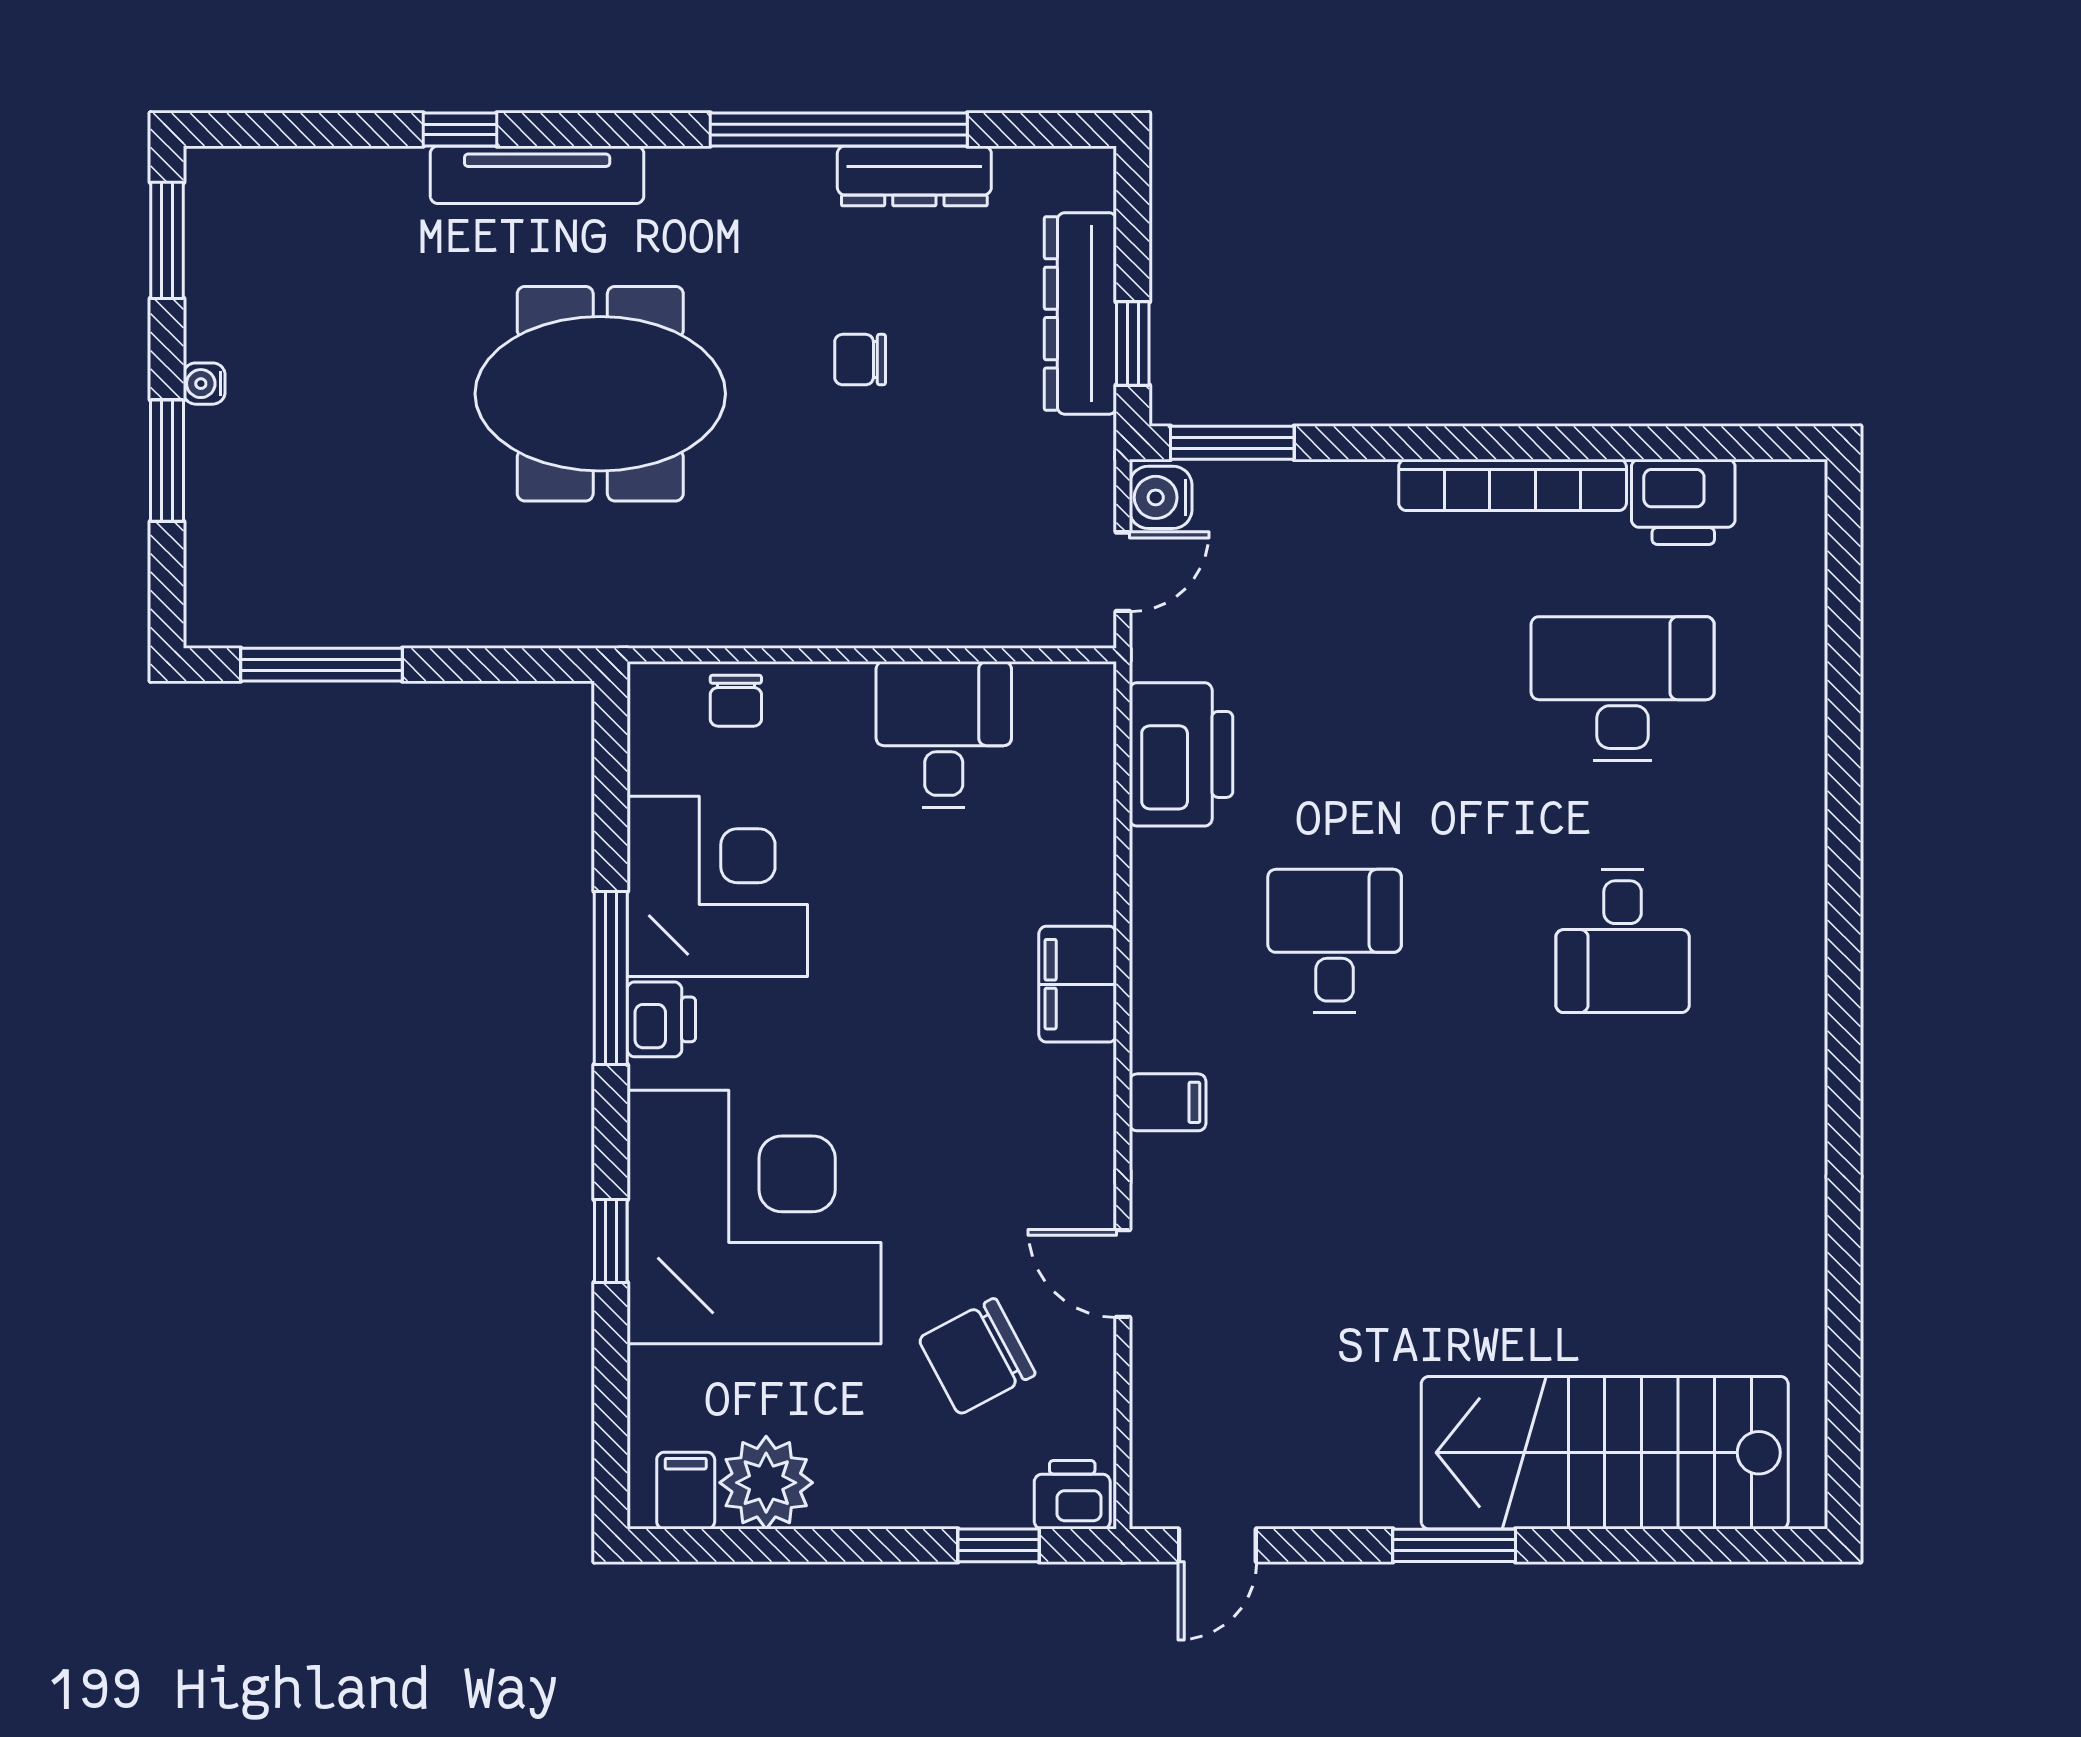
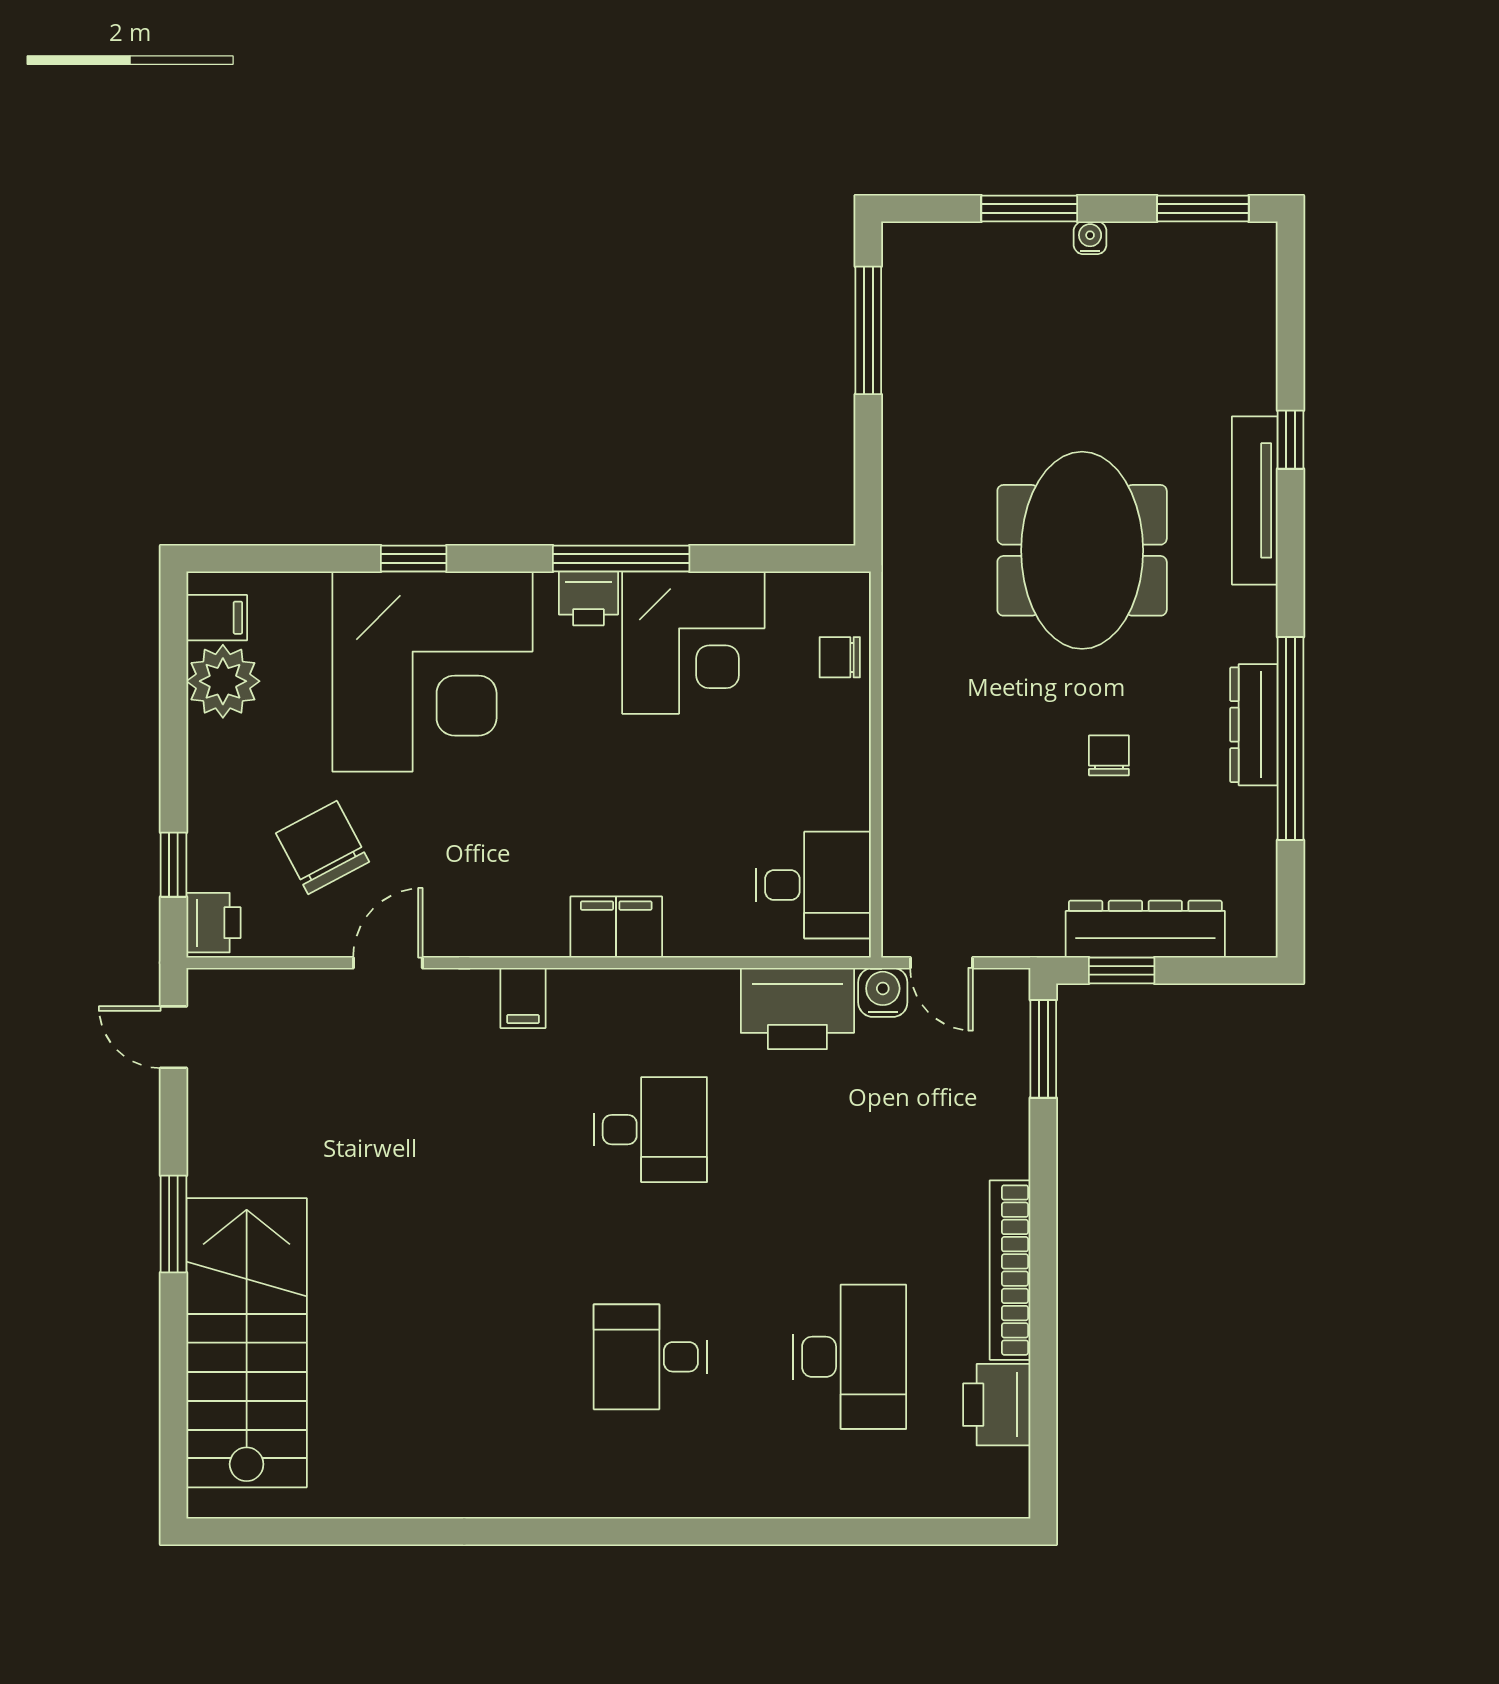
dresser: (914, 176) -> (1254, 725), moved
water cooler: (1161, 497) -> (883, 992), moved
desk: (944, 734) -> (813, 885), moved

